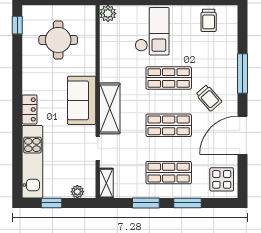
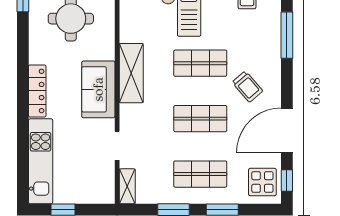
window: (243, 74) -> (287, 35), moved
shelving: (110, 108) -> (131, 73), moved
locker: (30, 109) -> (37, 91), width x1.53
window: (243, 178) -> (287, 181), added
plant: (77, 192) -> (93, 196), removed

